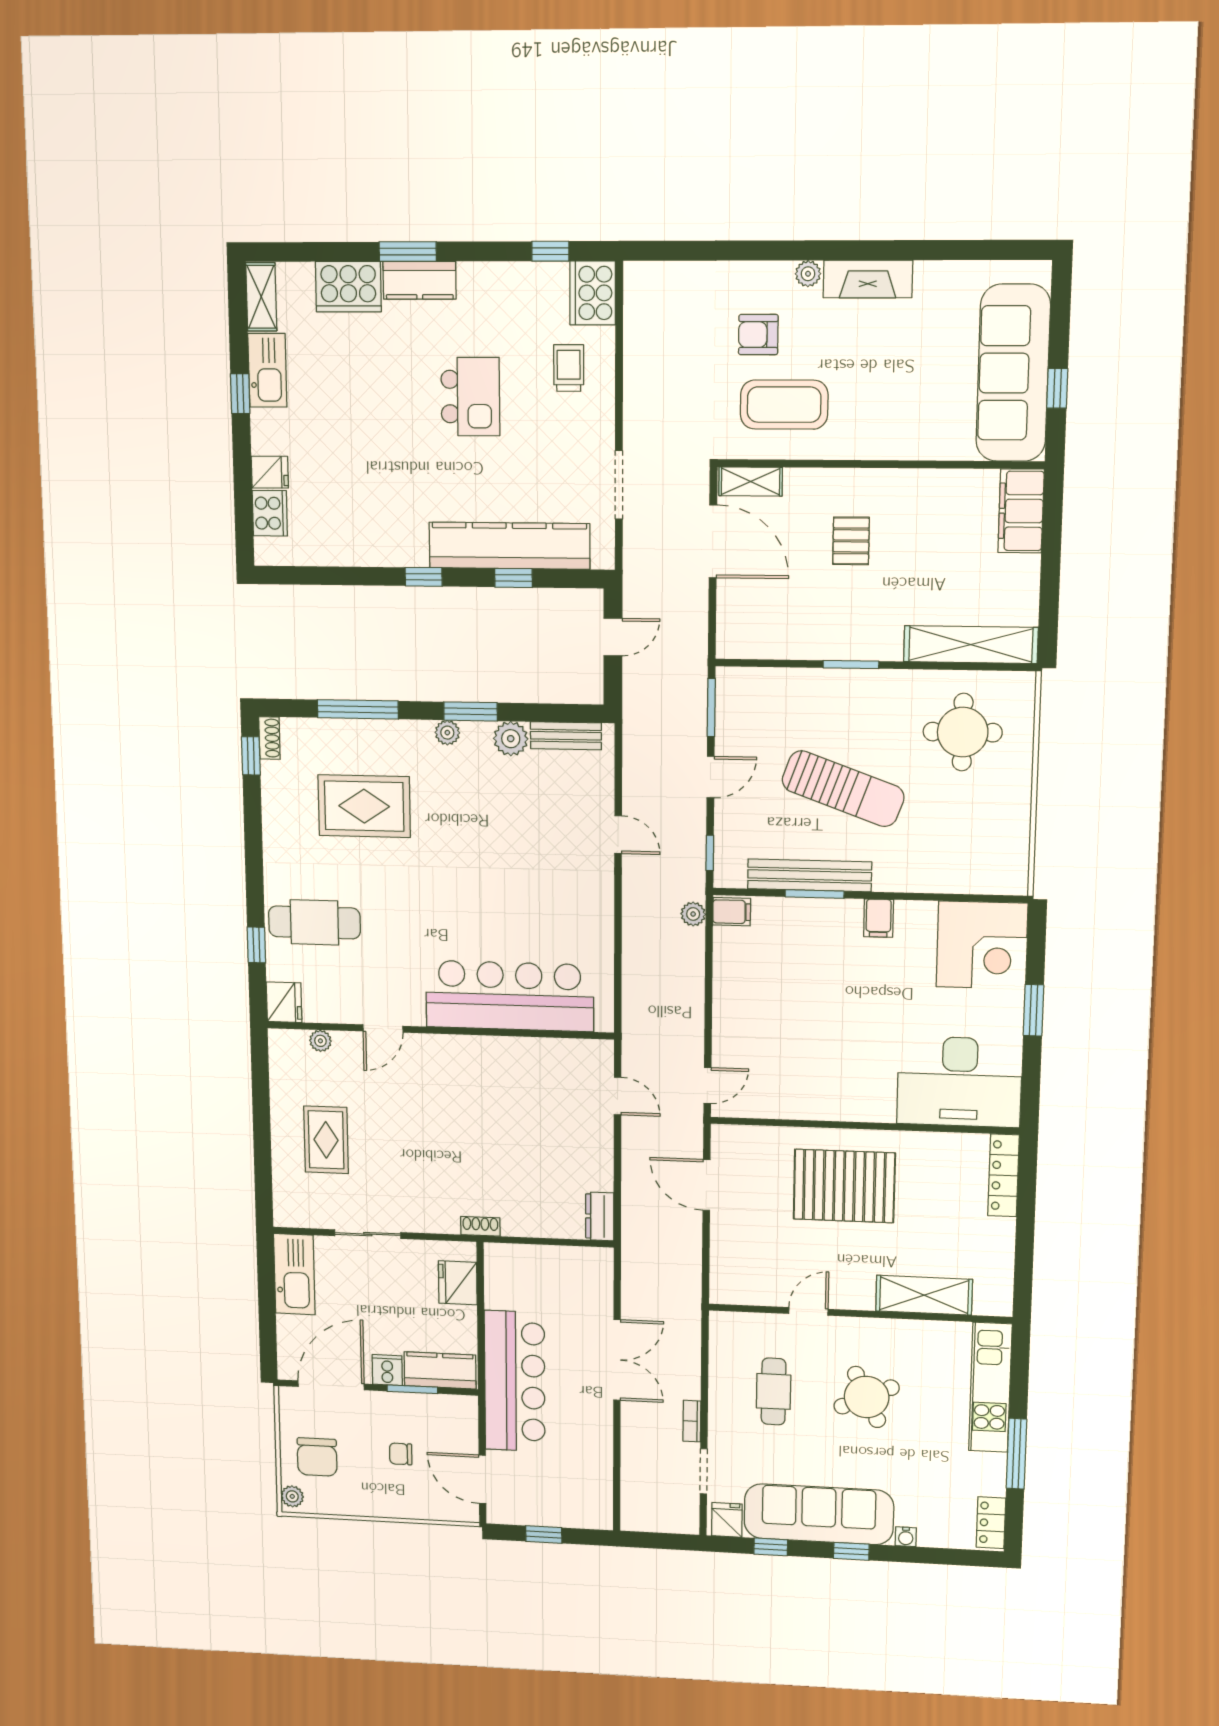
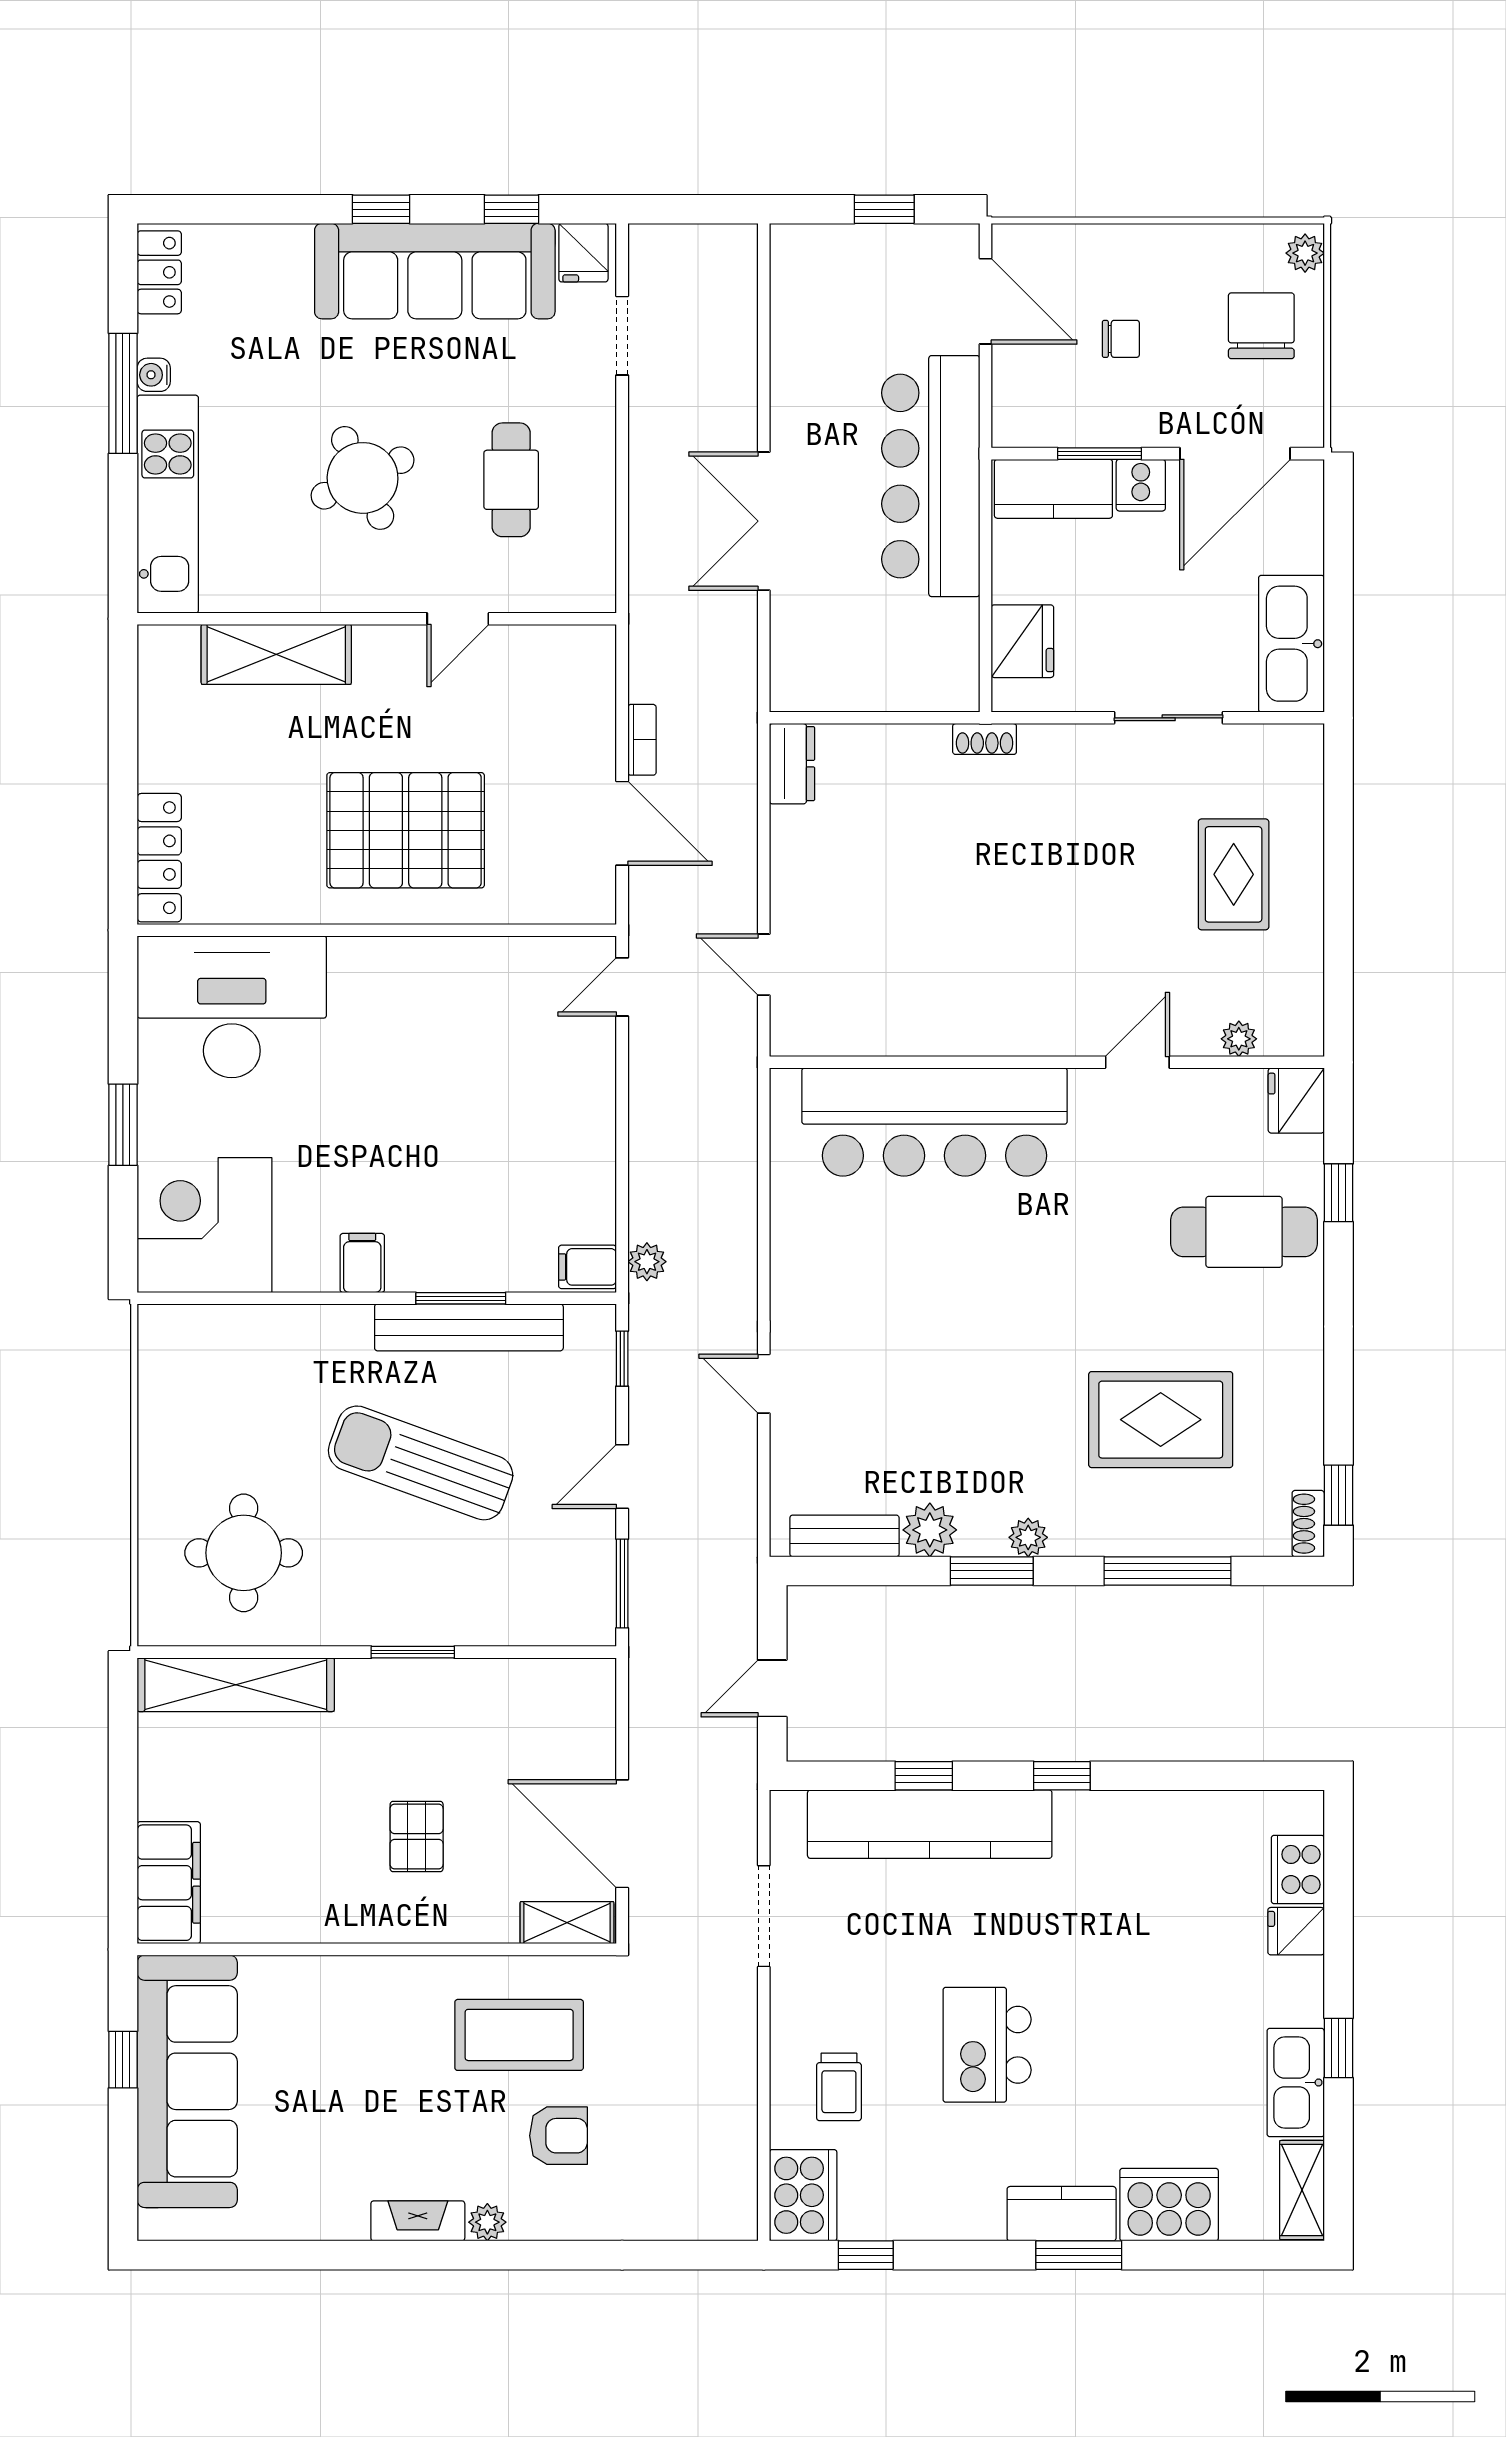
fireplace: (868, 279) -> (418, 2221), width x0.73, depth x0.76
bookcase: (692, 1421) -> (642, 740), moved
water cooler: (906, 1537) -> (154, 375), moved, turned -90

